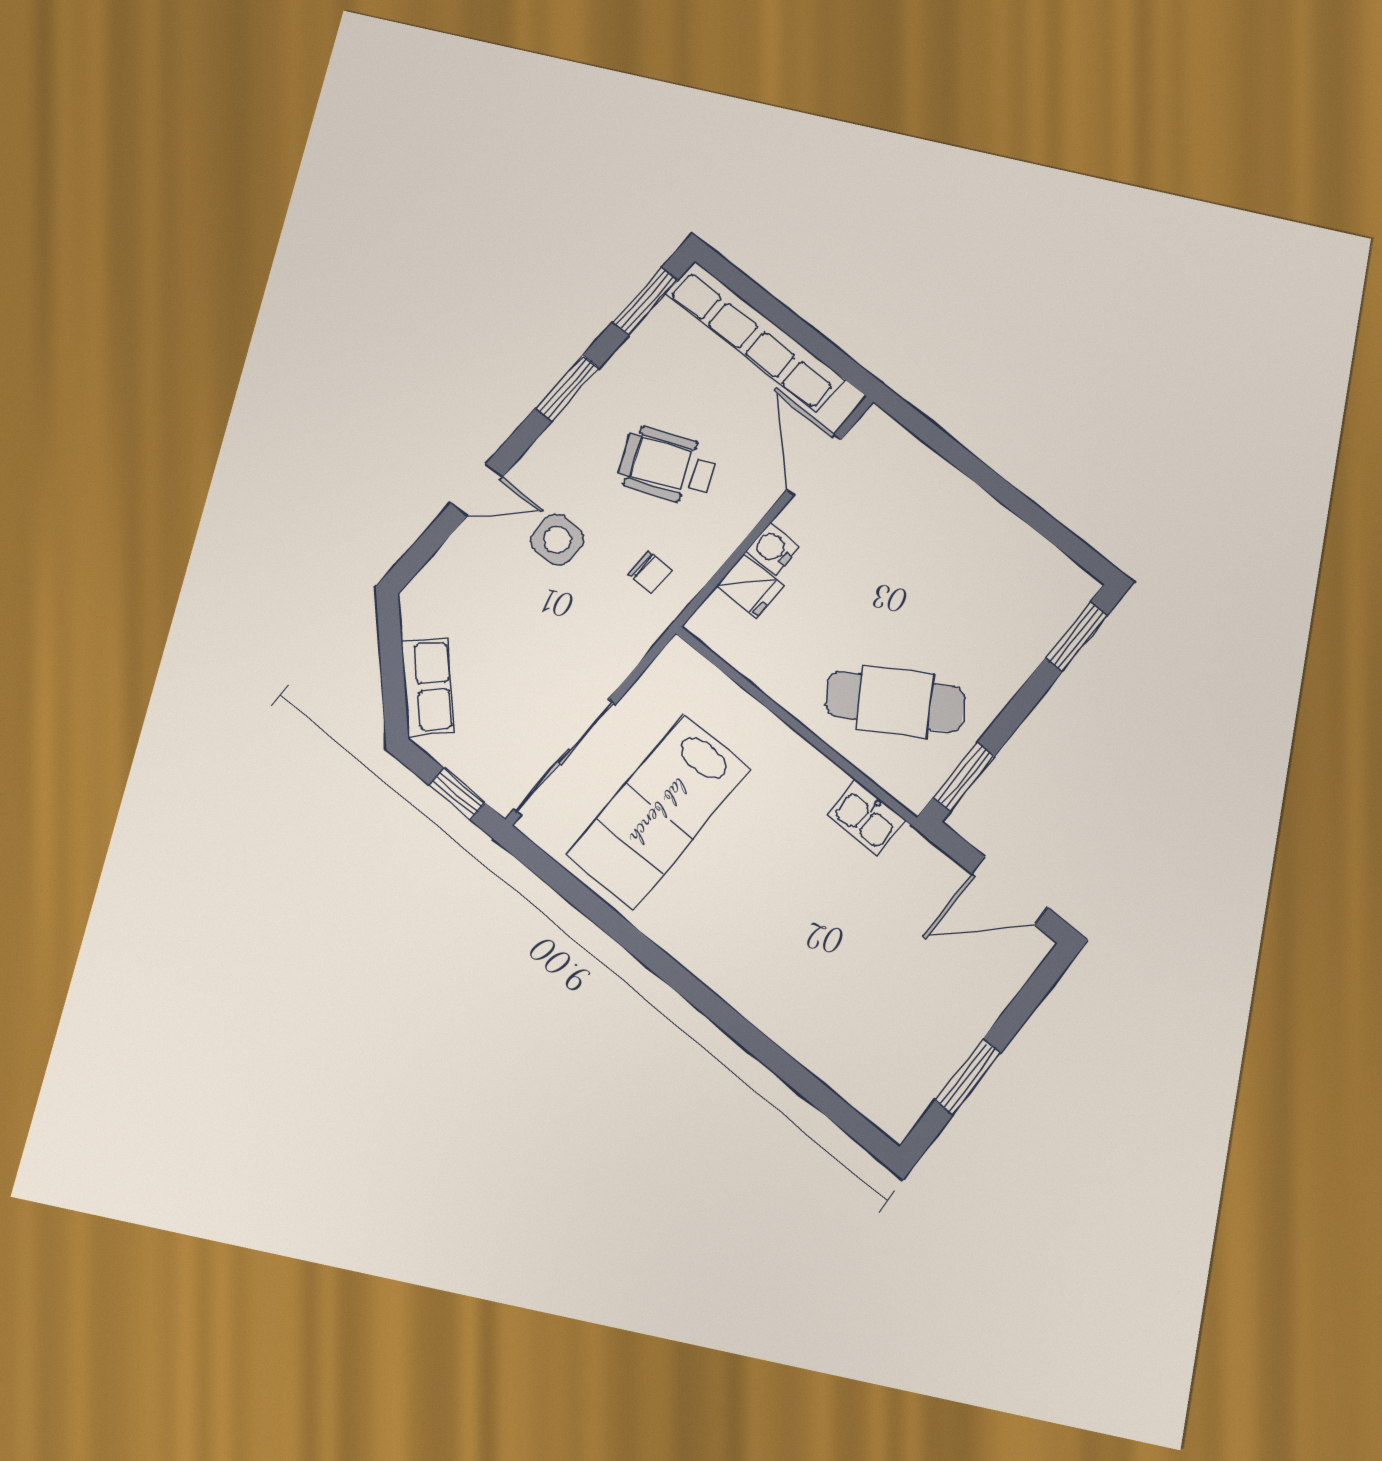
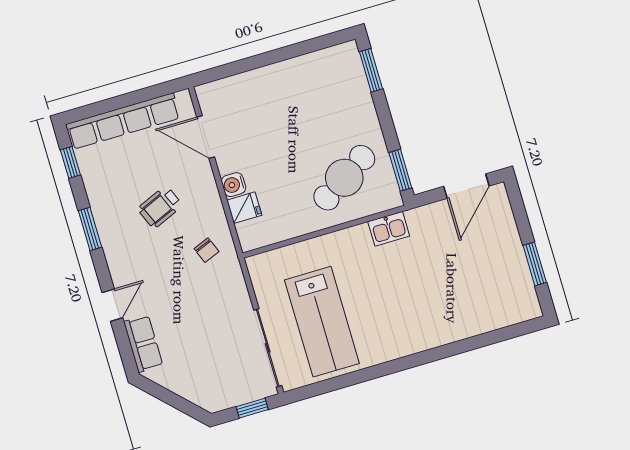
window: (645, 301) -> (70, 162), width x0.67
wheelchair: (667, 466) -> (160, 207), width x0.73, depth x0.73
side table: (557, 540) -> (162, 283), removed
chair: (650, 572) -> (207, 250), turned 68
row of seats: (428, 687) -> (143, 344), moved, turned 45

